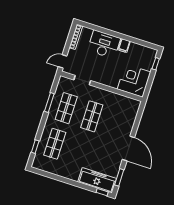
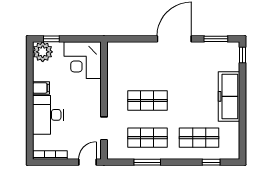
plant: (149, 55) -> (43, 52), added
door: (63, 61) -> (88, 162), swing flipped
freezer: (97, 180) -> (229, 96), moved

